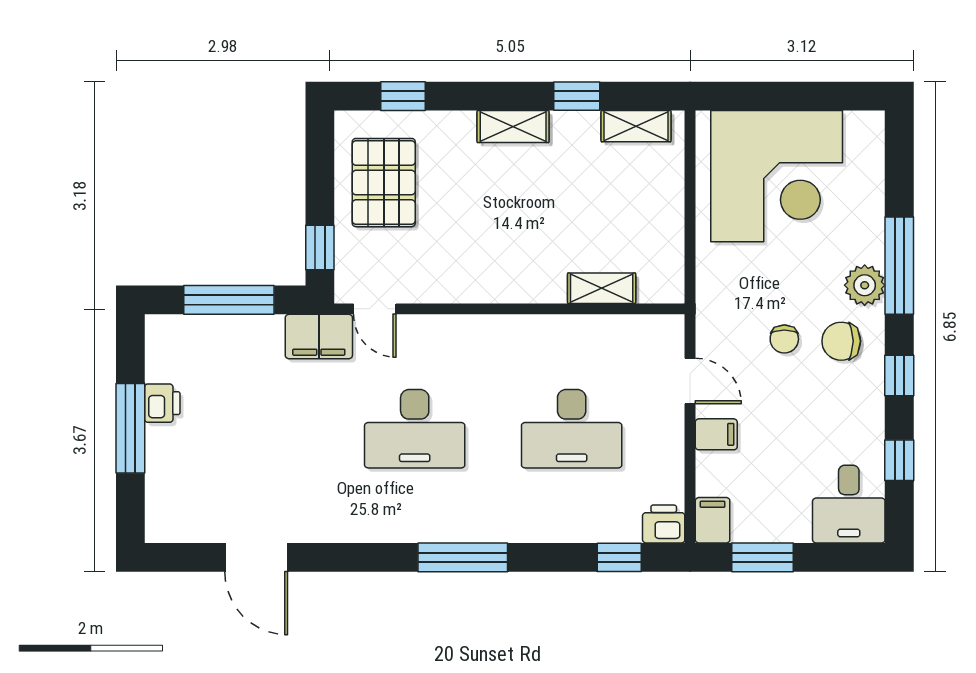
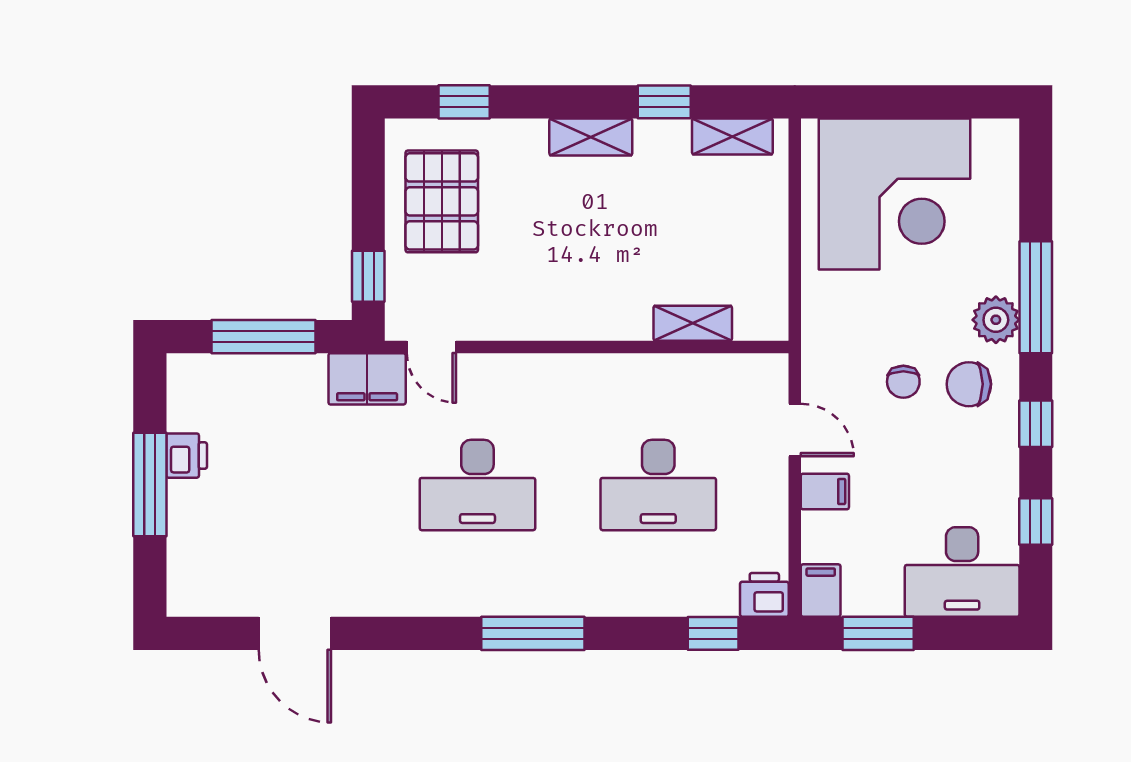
desk: (849, 504) -> (962, 572), width x1.37

